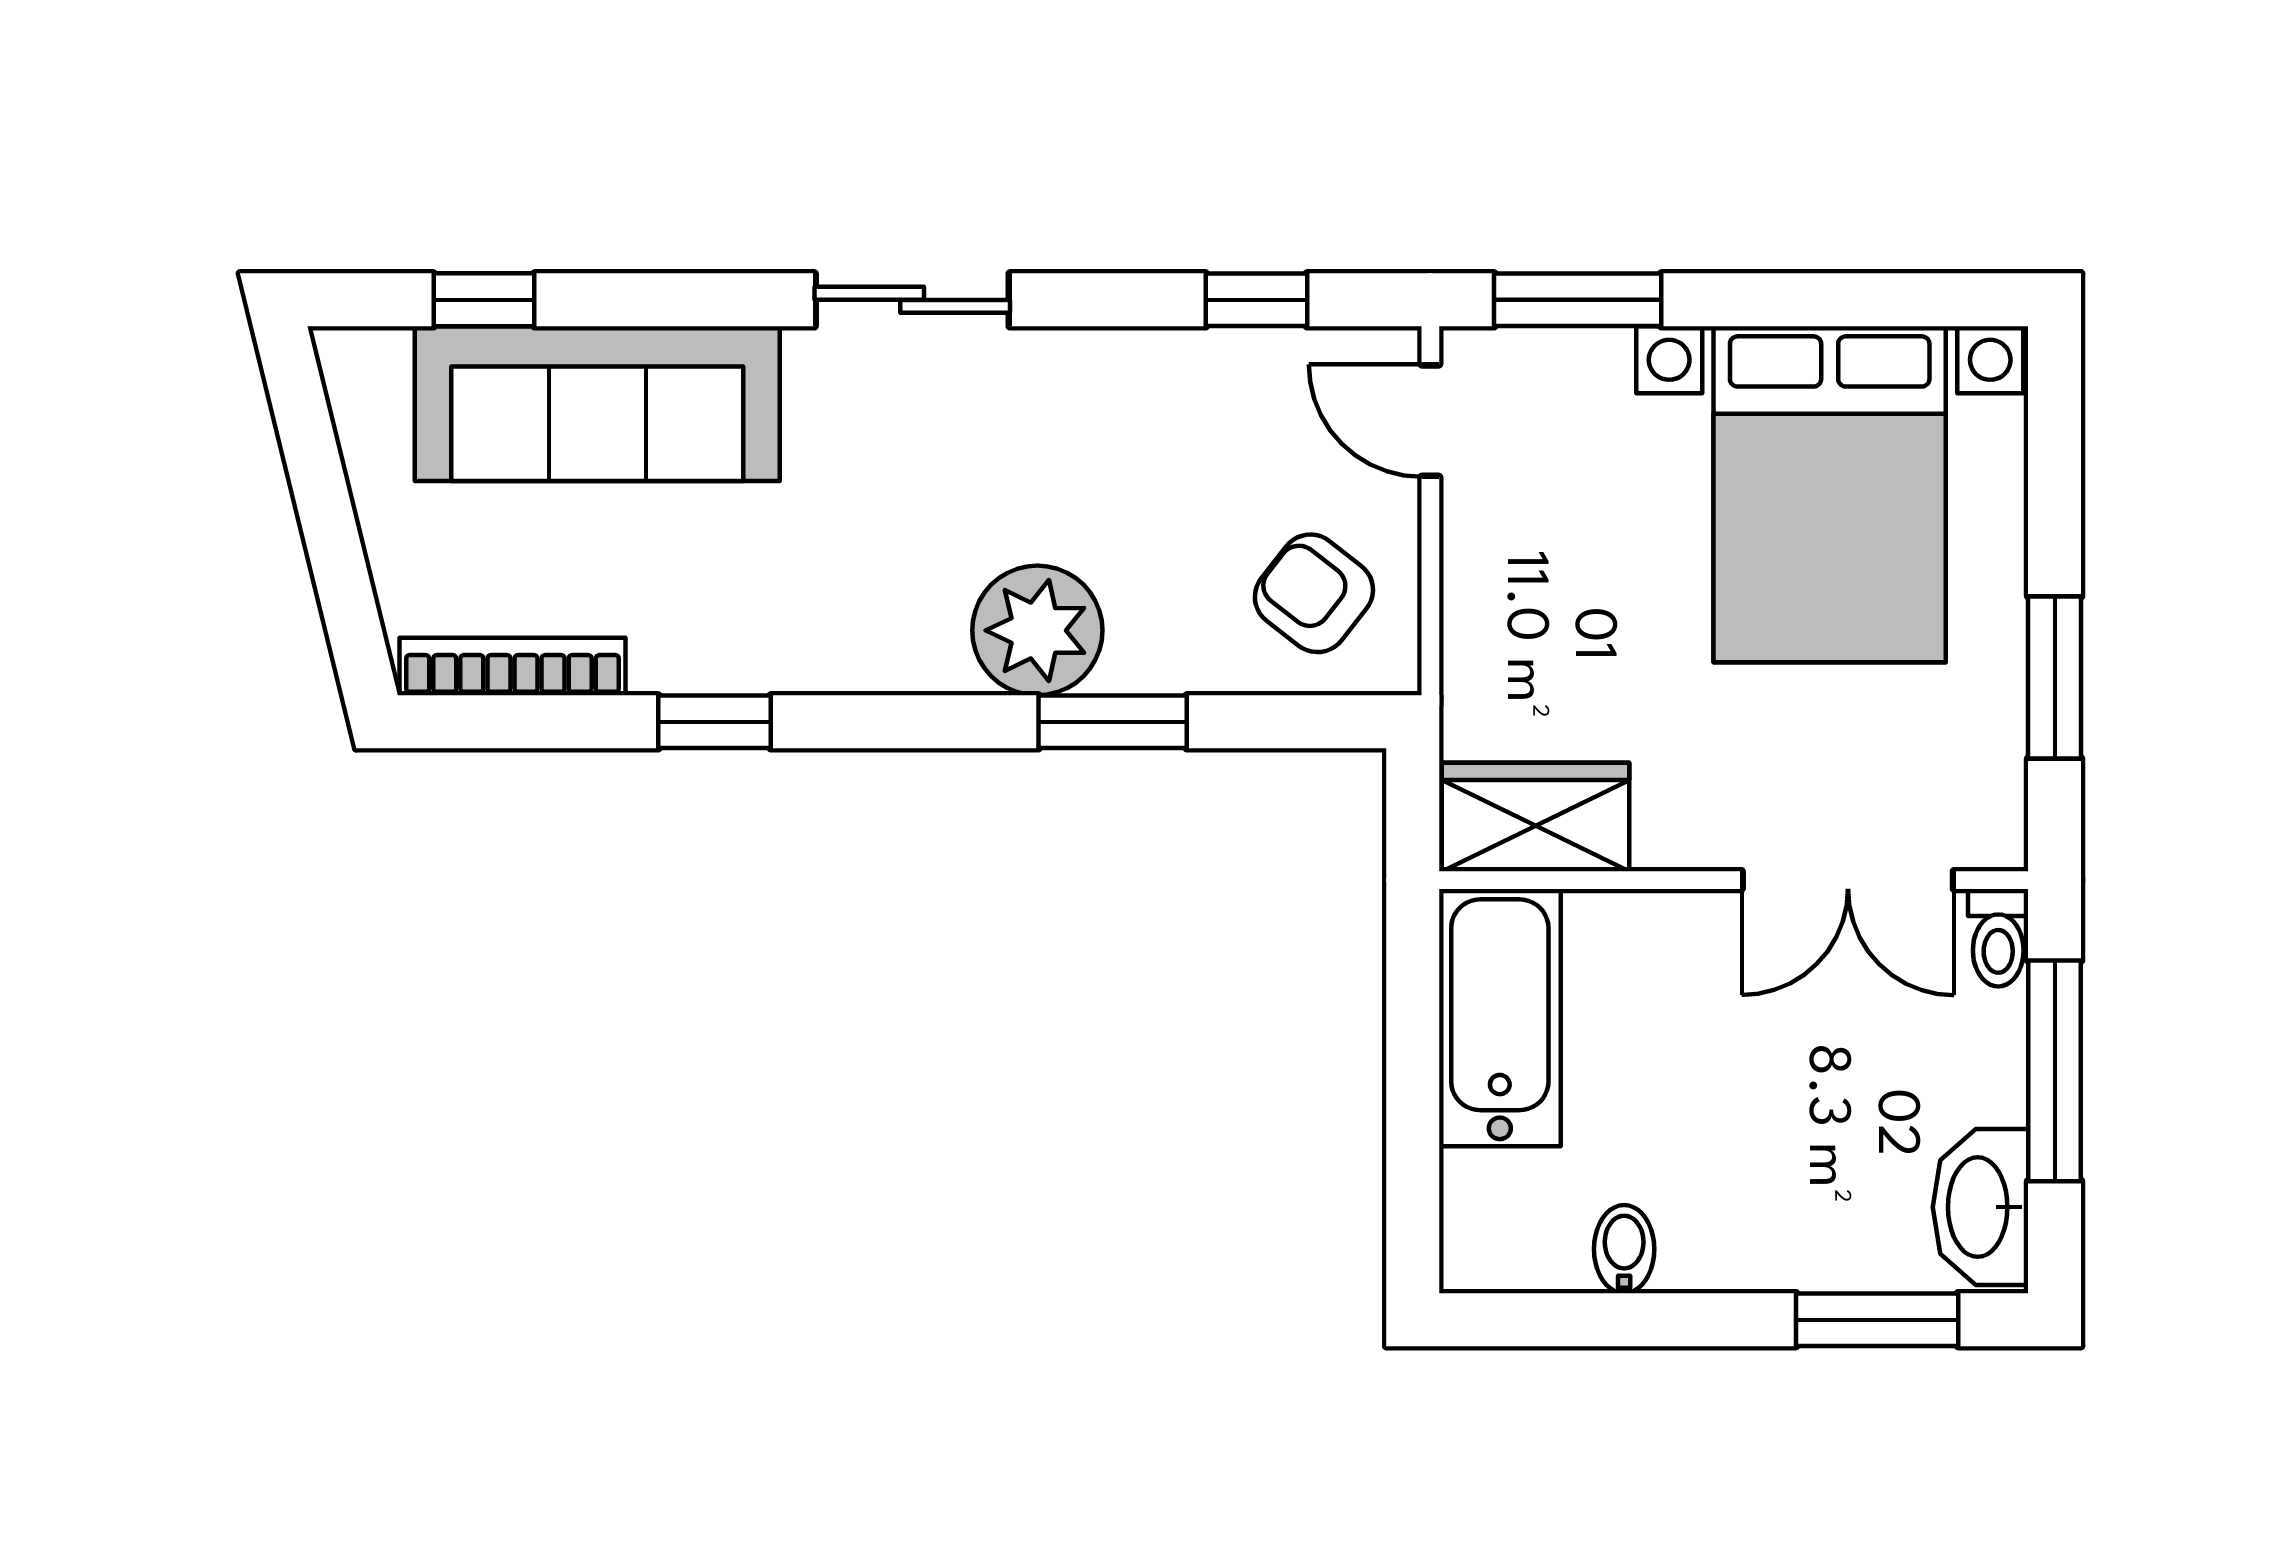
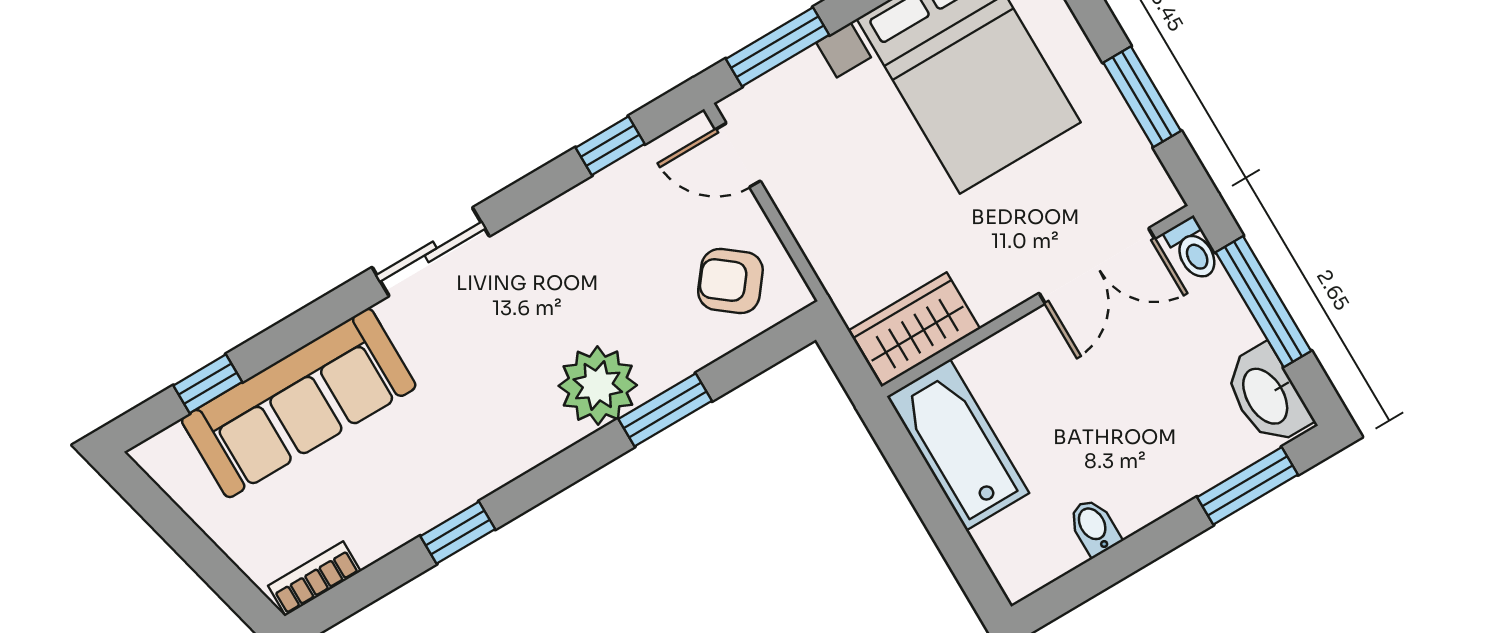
bookcase: (512, 667) -> (314, 579), width x0.64

